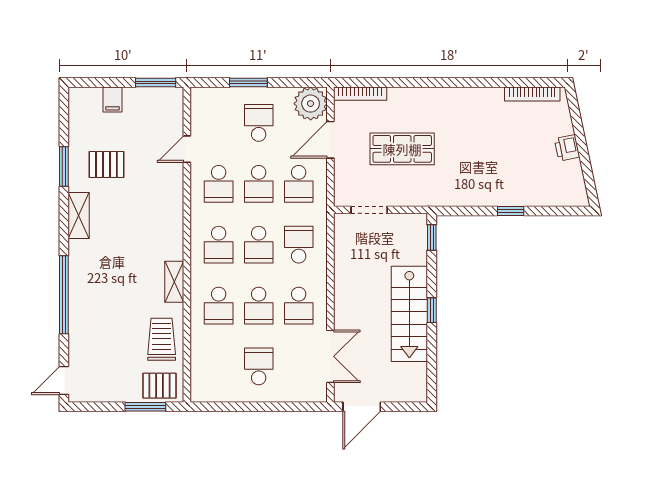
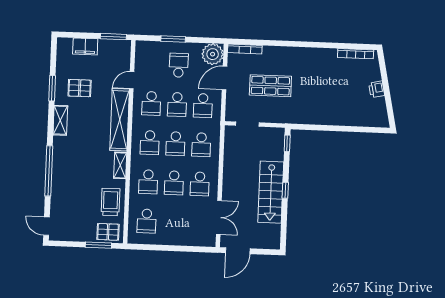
filing cabinet: (112, 100) -> (85, 46), width x2.00
shelving: (170, 211) -> (120, 120), added
window: (511, 211) -> (339, 128), removed
school desk: (299, 245) -> (201, 145), turned 180
school desk: (259, 366) -> (147, 221), moved, turned 180
door: (64, 381) -> (47, 226), hinge flipped

